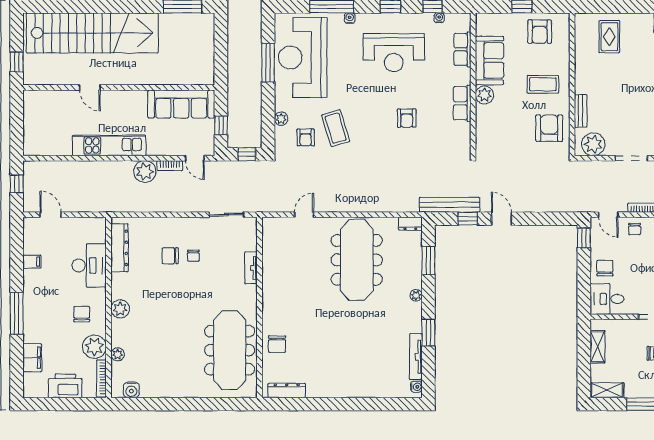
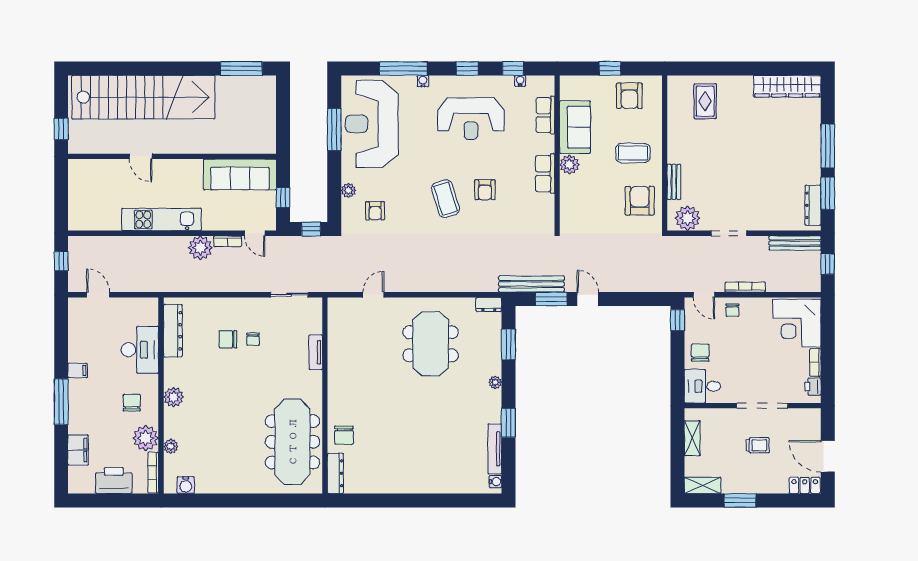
coffee table: (336, 128) -> (445, 199), moved
window: (468, 219) -> (551, 299), width x1.50
meeting table: (357, 260) -> (431, 344), width x0.73
filing cabinet: (32, 262) -> (78, 370), moved
dresser: (287, 390) -> (335, 473), moved, turned 90

